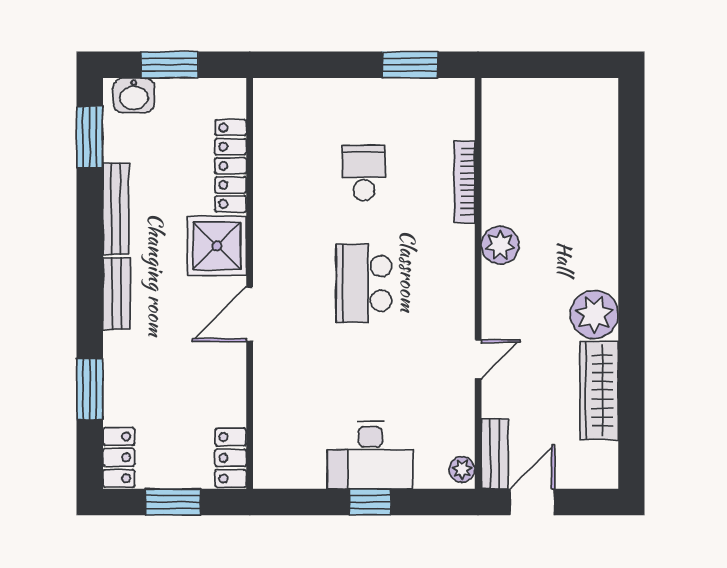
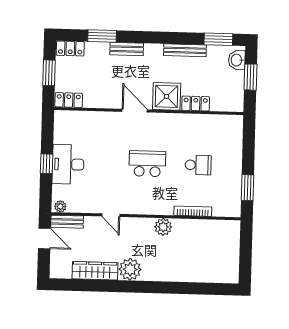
locker: (231, 166) -> (196, 104), width x0.66
bench: (117, 293) -> (127, 49), moved

